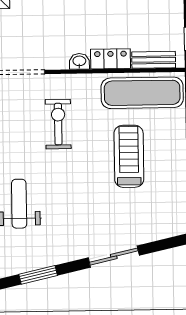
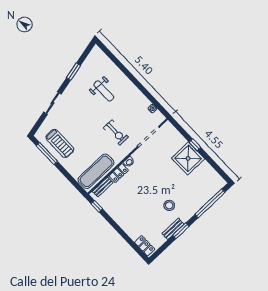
treadmill: (129, 156) -> (60, 143), moved

